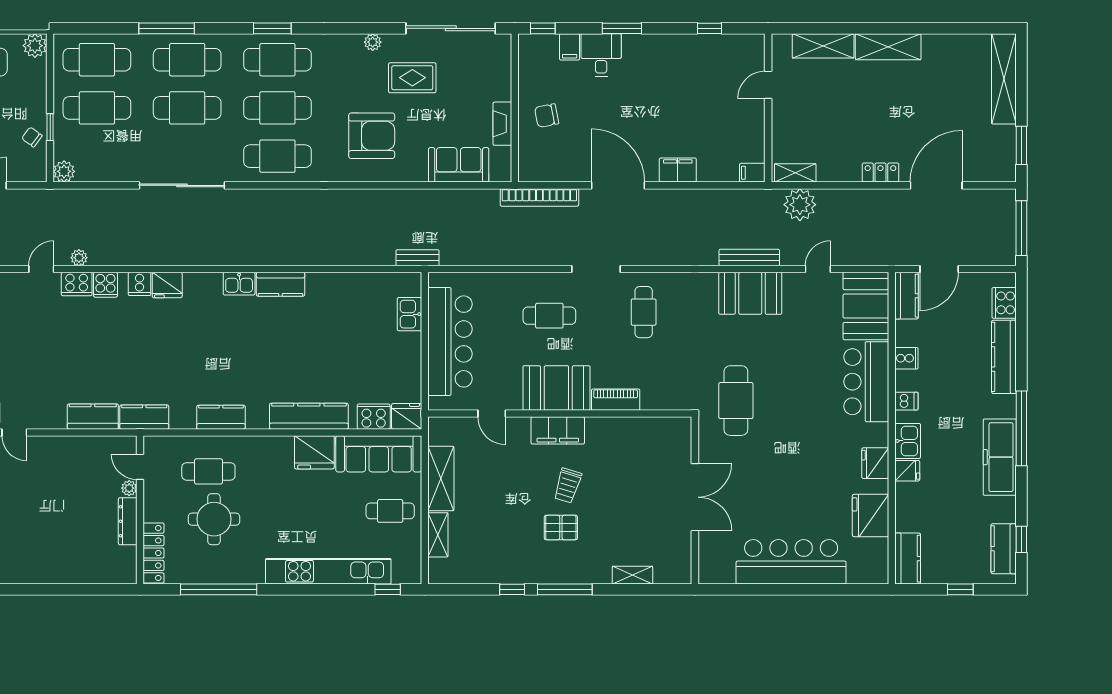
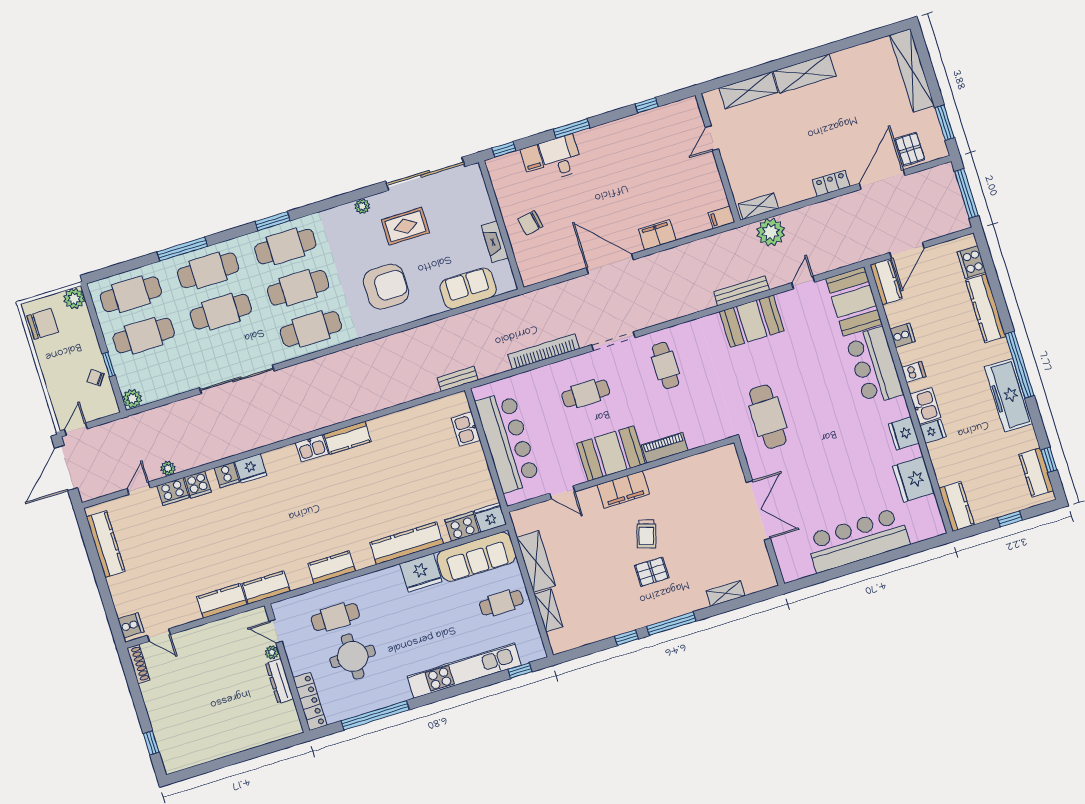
pallet: (976, 162) -> (910, 149), added
bookcase: (539, 197) -> (544, 352), moved, turned 180

